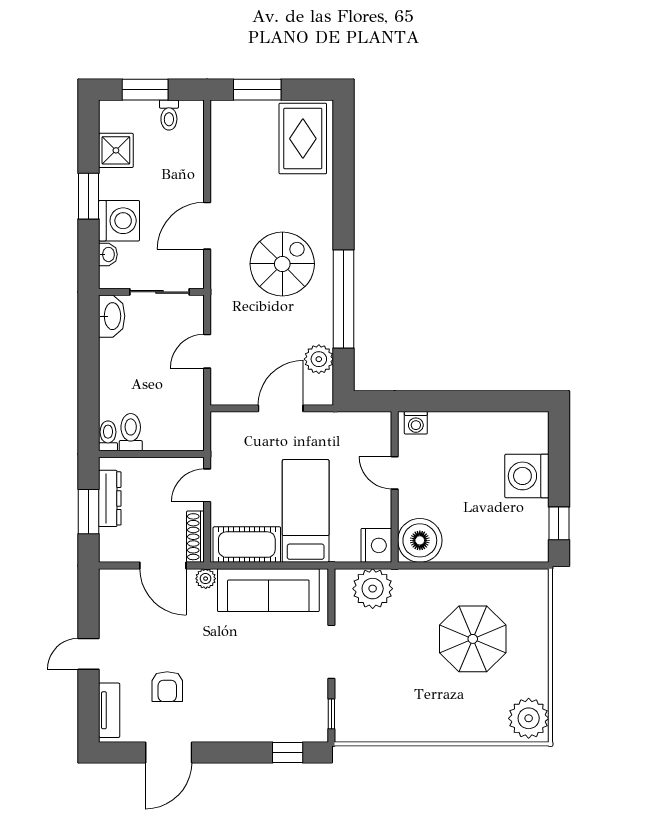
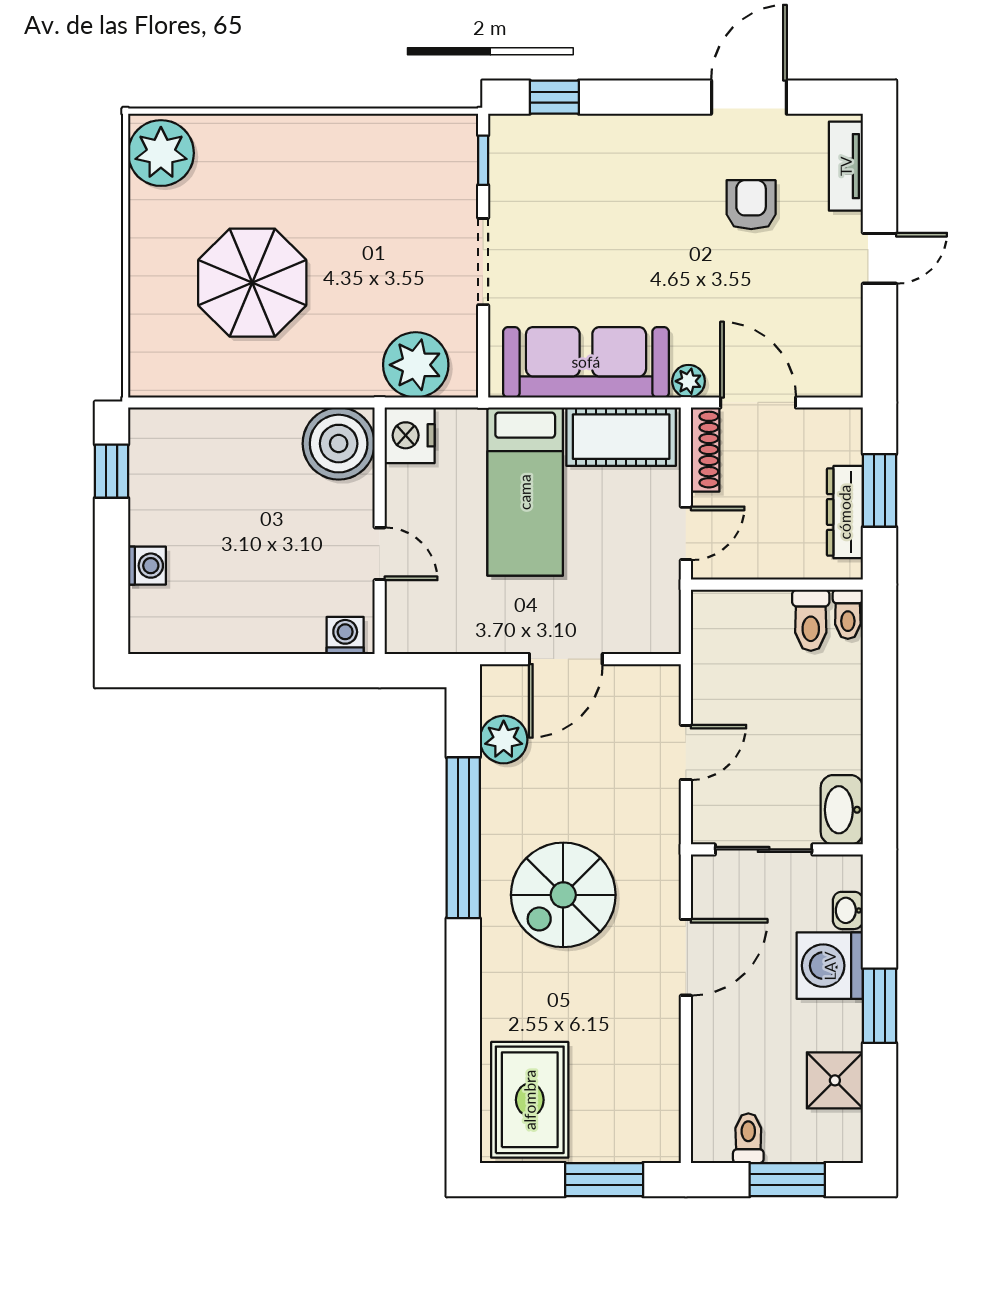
washing machine: (527, 476) -> (147, 566), width x0.53, depth x0.53

